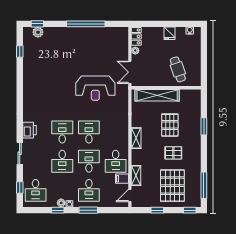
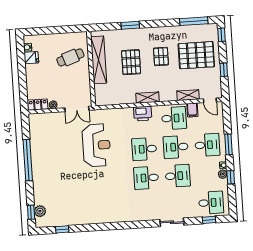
fridge: (170, 33) -> (31, 58), moved
shelving: (157, 95) -> (99, 60), moved
pallet: (170, 125) -> (131, 62), turned 90
printer: (29, 130) -> (143, 113), moved, turned 180

